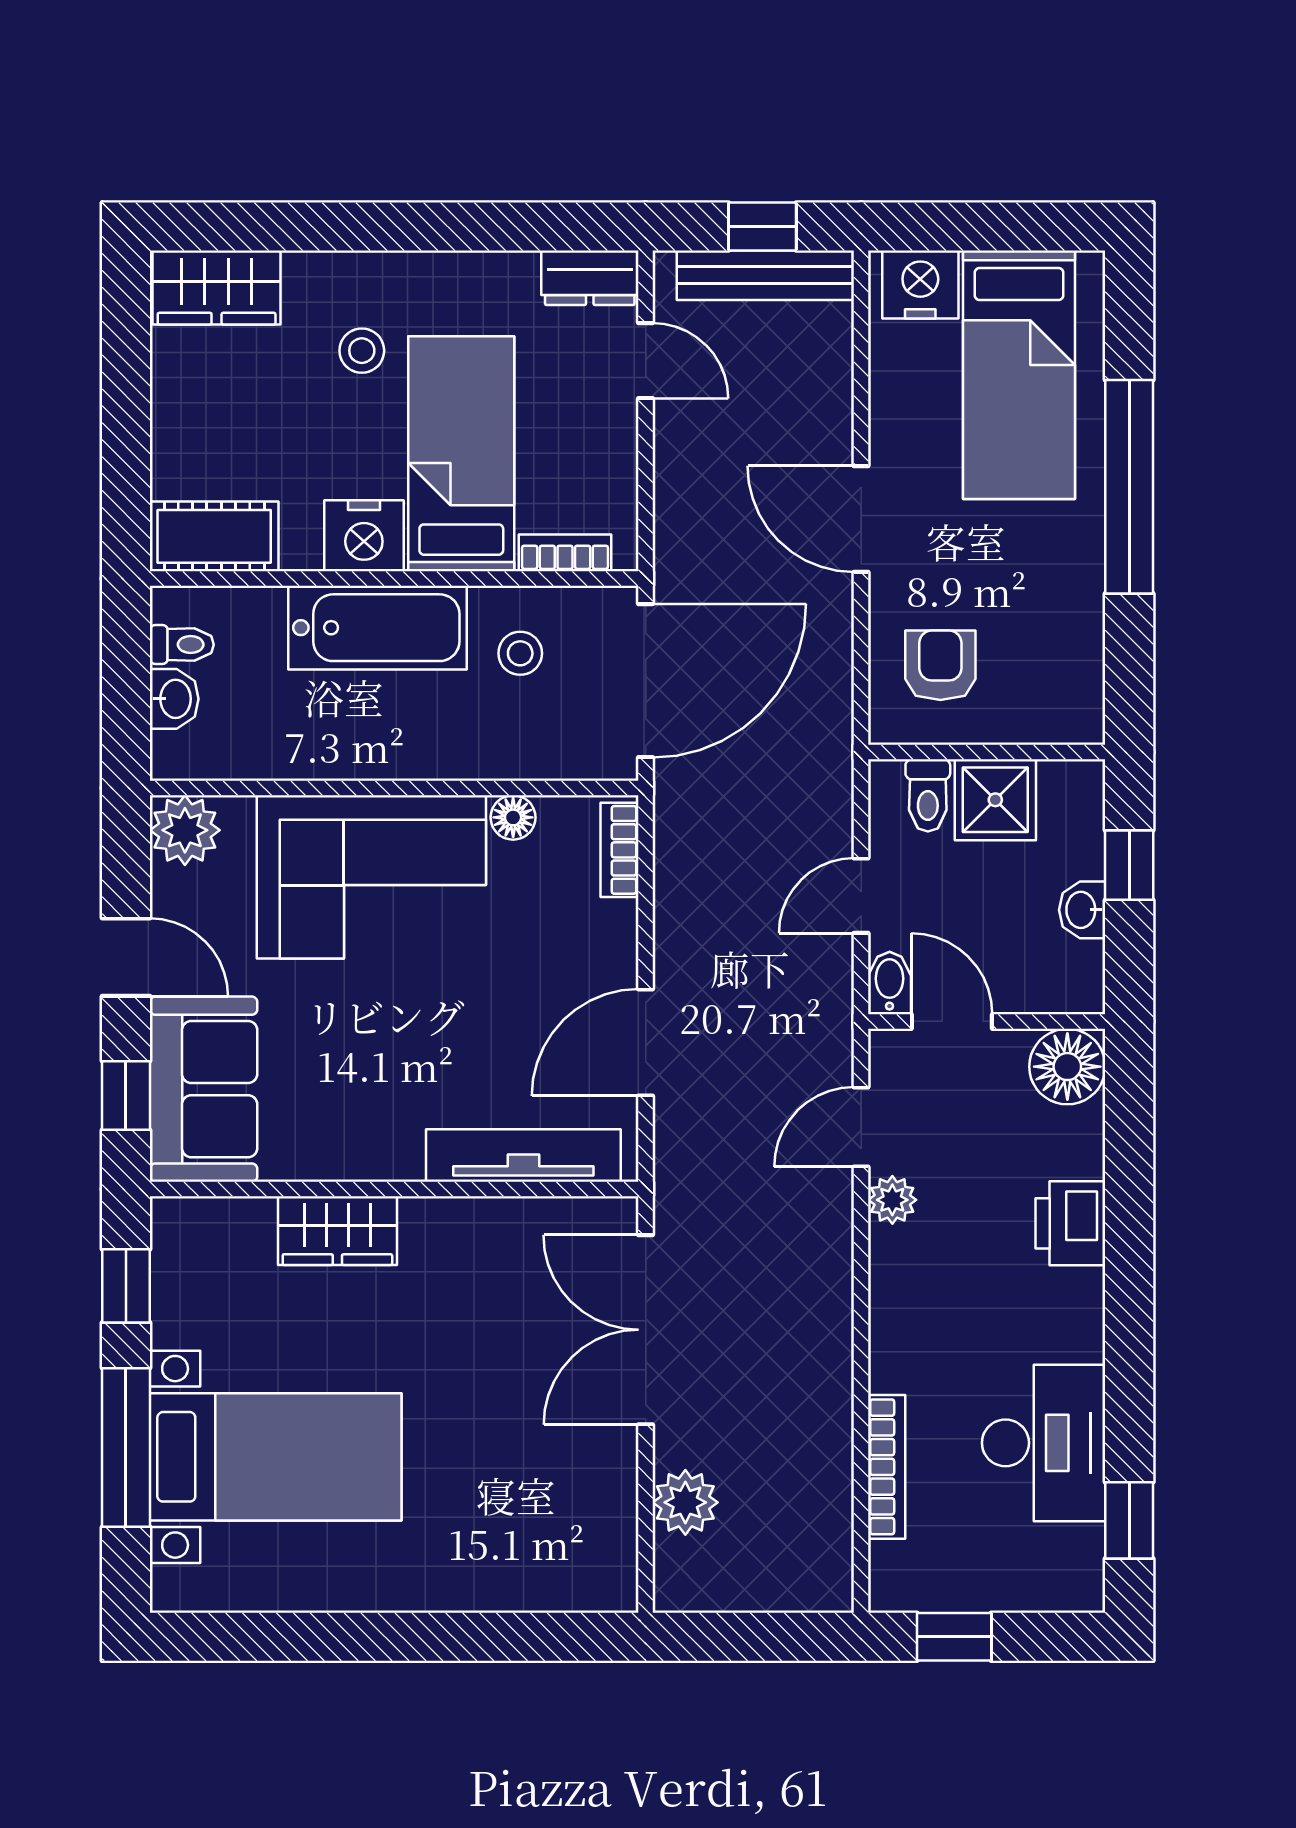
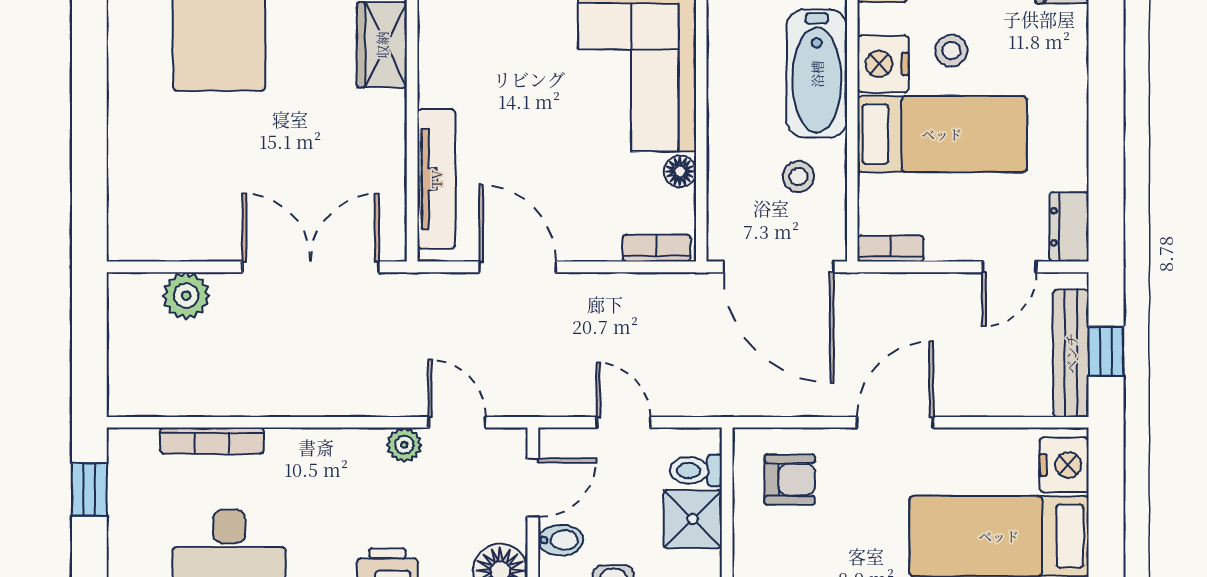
stool: (362, 351) -> (951, 51), moved
bookcase: (565, 553) -> (891, 248), moved, turned -90
bidet: (890, 983) -> (561, 540), moved

